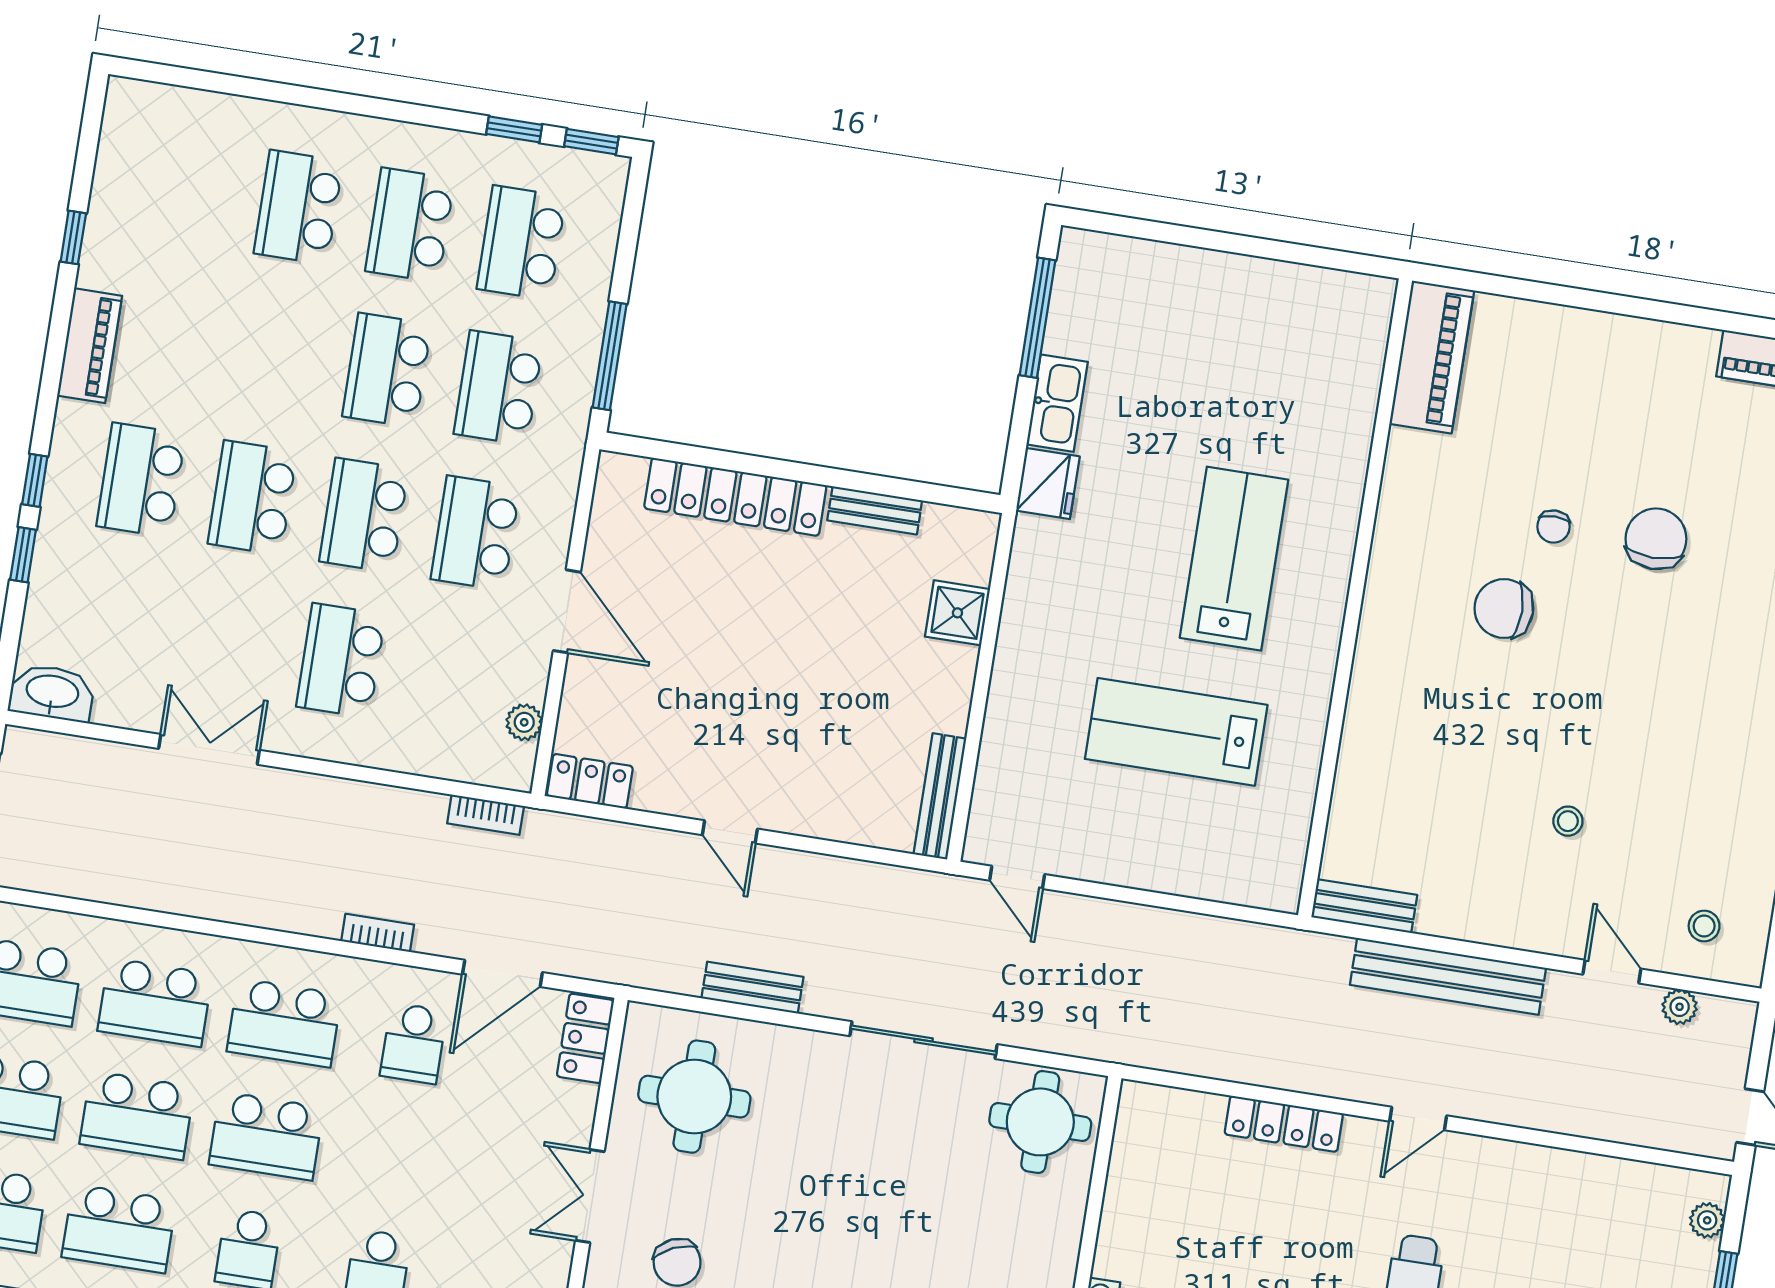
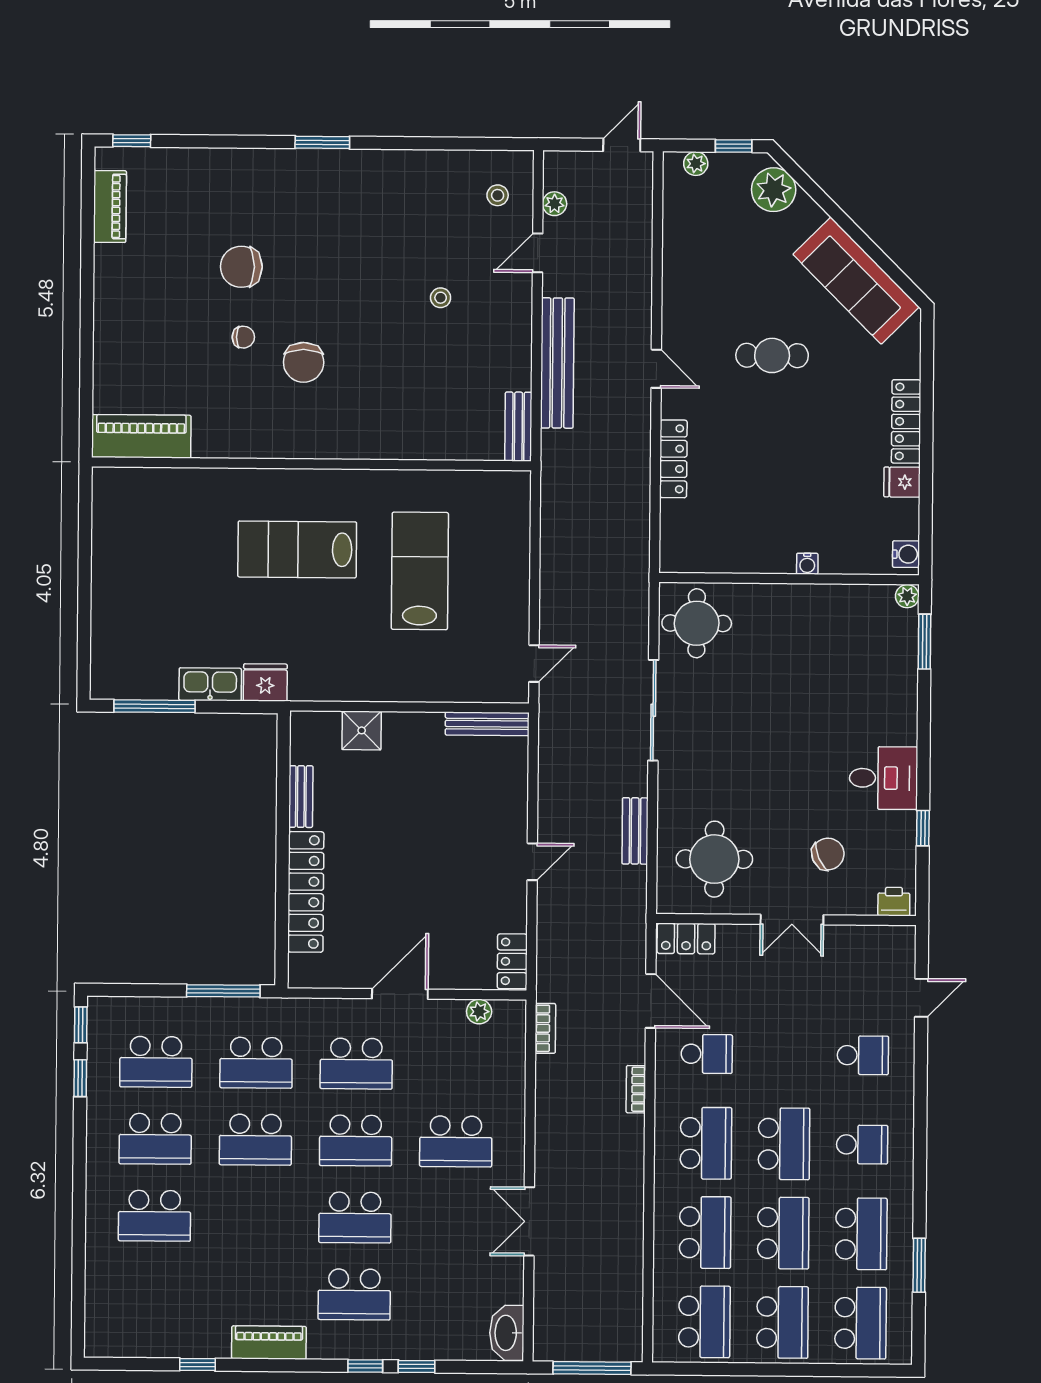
lab bench: (1176, 732) -> (420, 571), turned 180

